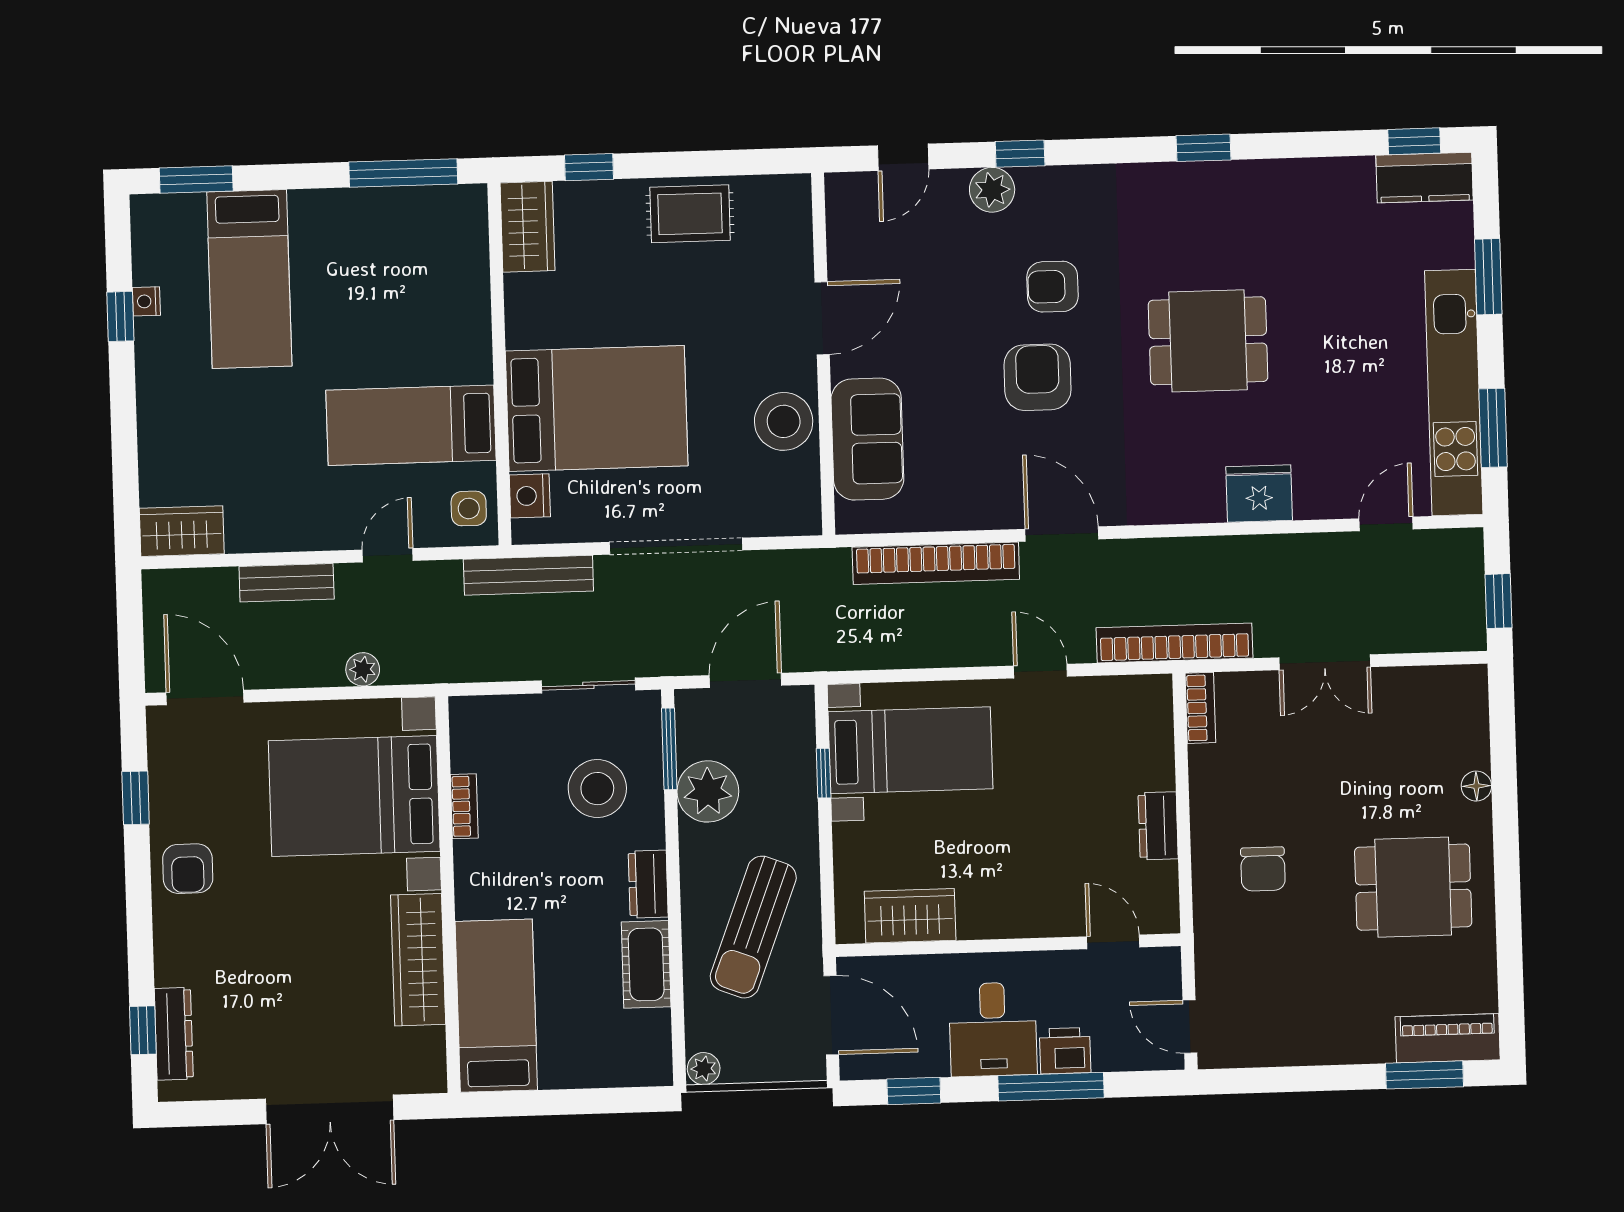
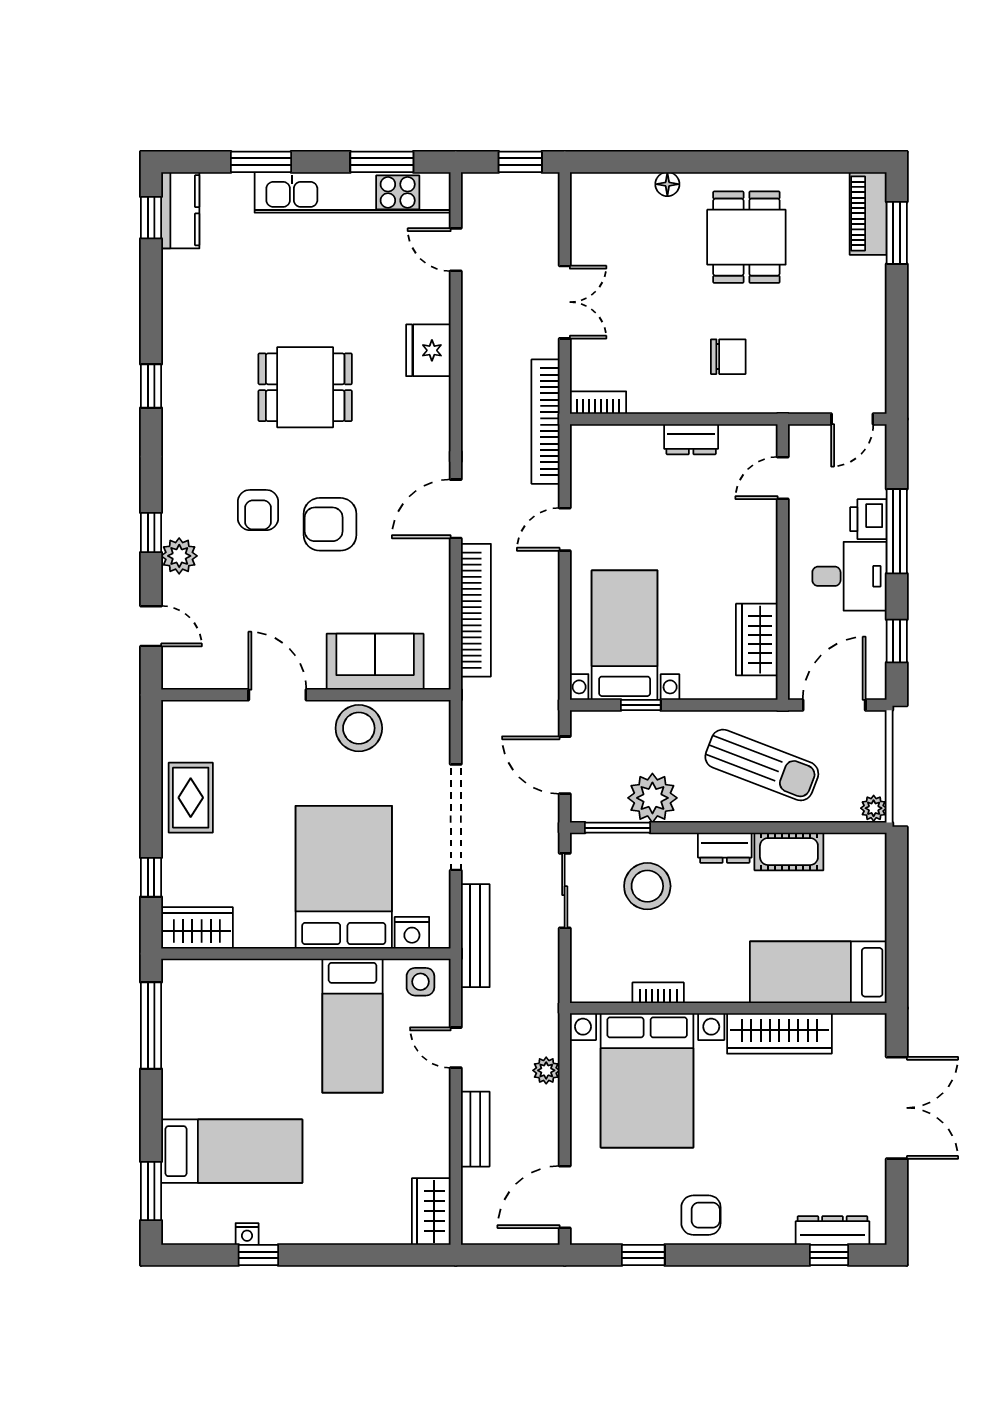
dining table: (1208, 341) -> (305, 387), turned 90

